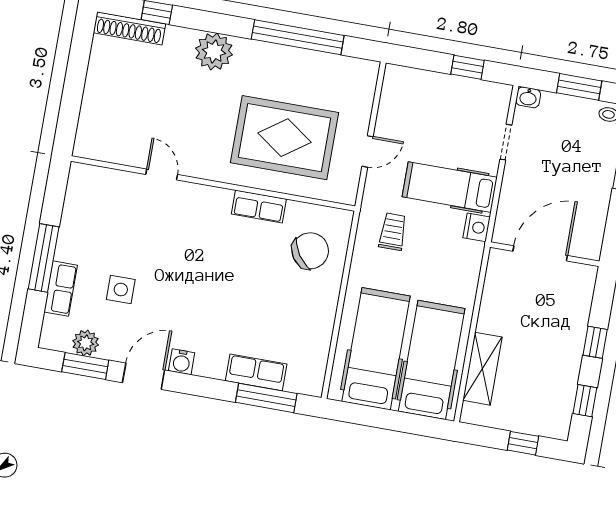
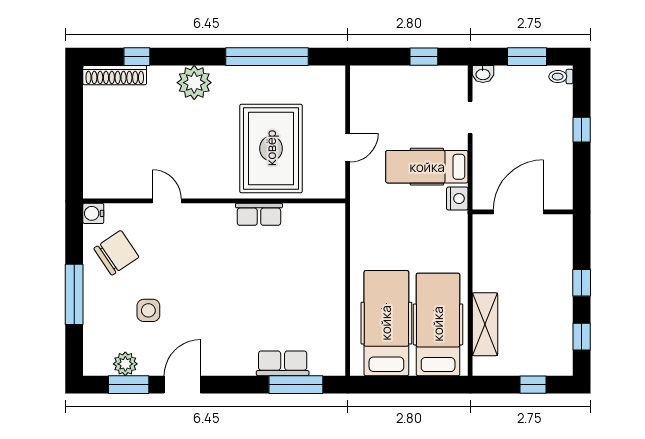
rug: (284, 138) -> (271, 148), turned 90
trolley: (393, 232) -> (383, 216), removed
chair: (310, 251) -> (116, 253), moved
row of seats: (61, 289) -> (94, 319), removed
water cooler: (182, 362) -> (93, 213), moved, turned 90

